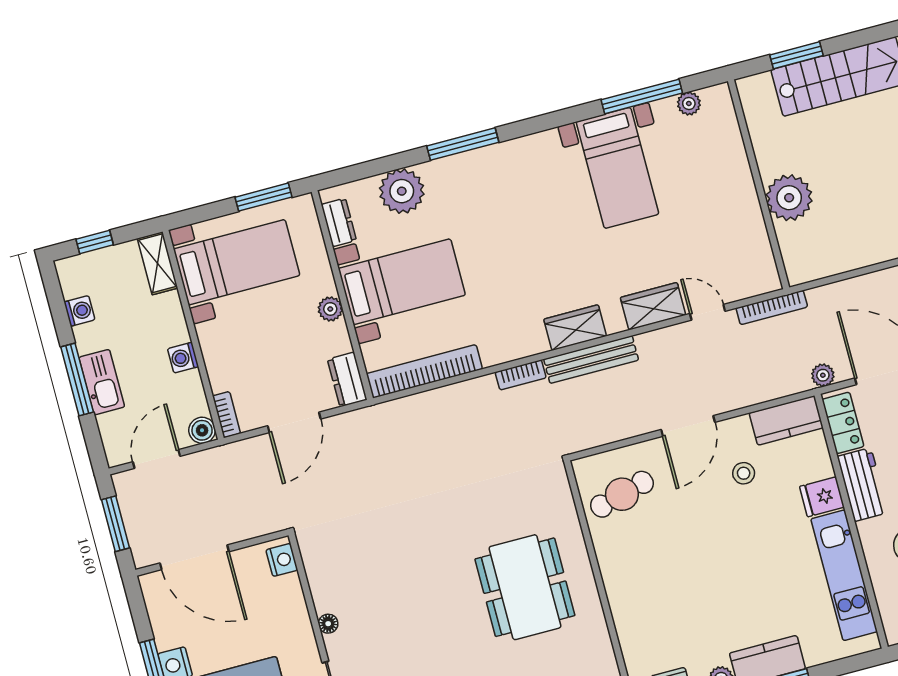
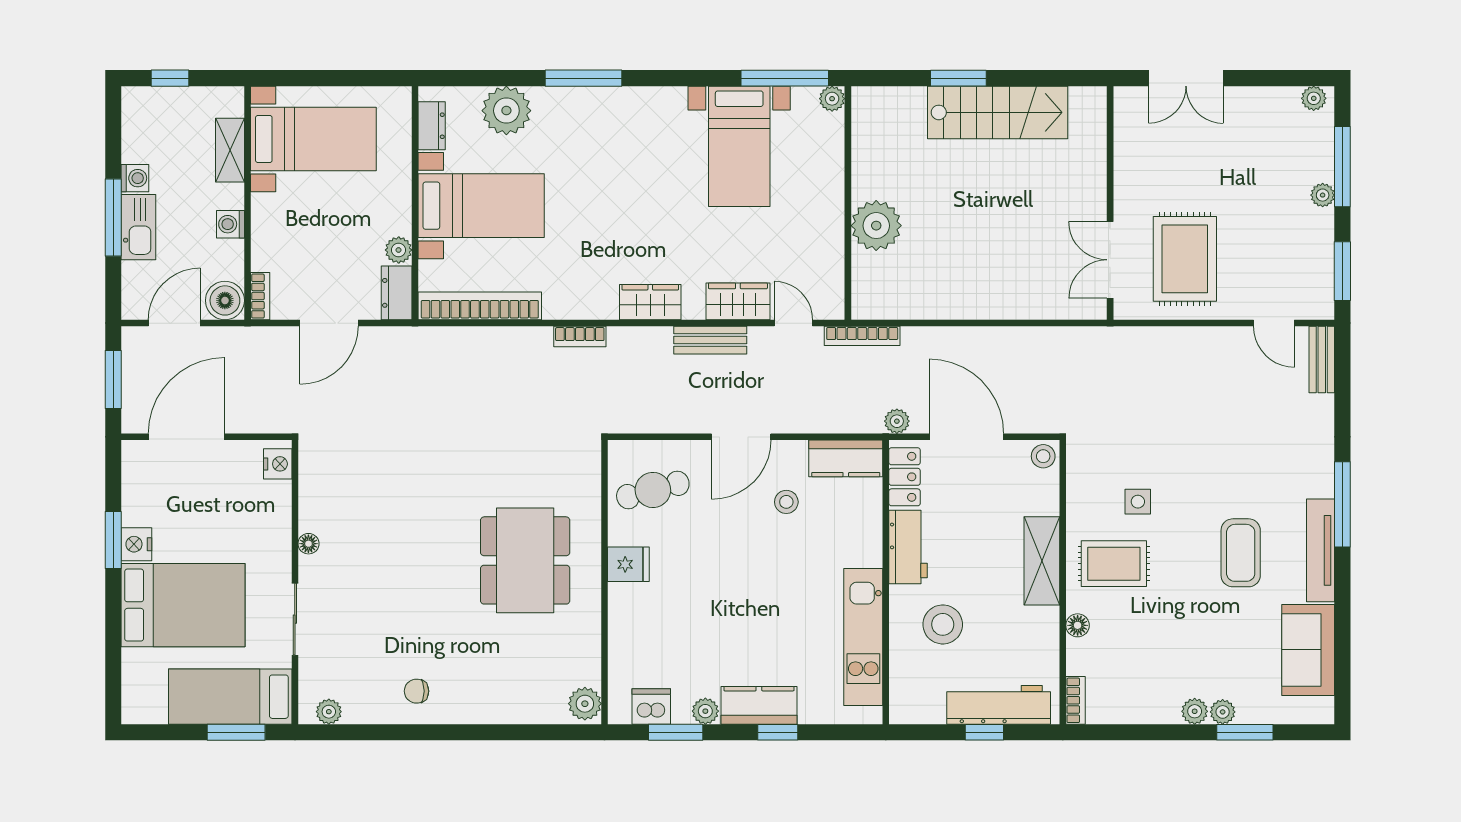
wall: (759, 184) -> (848, 203), moved
window: (263, 197) -> (360, 78), removed
plant: (789, 198) -> (876, 226), moved
shelving: (157, 263) -> (230, 150), moved
plant: (330, 309) -> (399, 250), moved
washing machine: (80, 311) -> (135, 178), moved
bench: (591, 360) -> (710, 340), moved, width x0.73
boiler: (202, 430) -> (225, 300), width x1.36, depth x1.36
fridge: (822, 497) -> (628, 564), moved, turned 180
door: (194, 557) -> (187, 437), swing flipped

